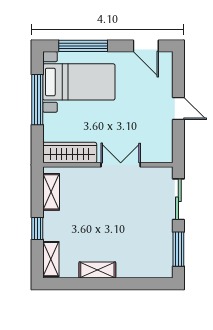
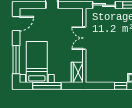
wardrobe: (70, 153) -> (77, 72), width x0.67
shelving: (51, 192) -> (100, 78), removed

